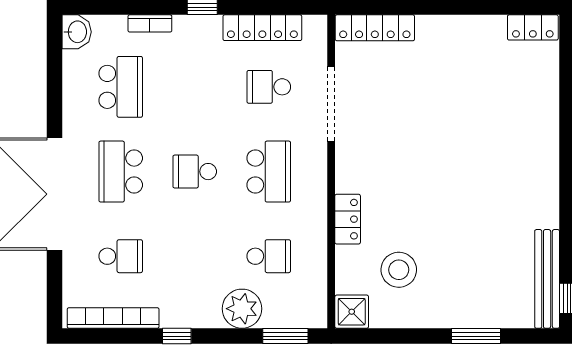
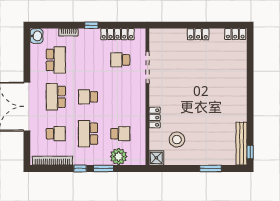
locker: (375, 28) -> (198, 34), moved, width x0.66
school desk: (269, 172) -> (88, 134), moved, turned 180
plant: (242, 309) -> (119, 157), moved
window: (285, 336) -> (104, 168), moved

